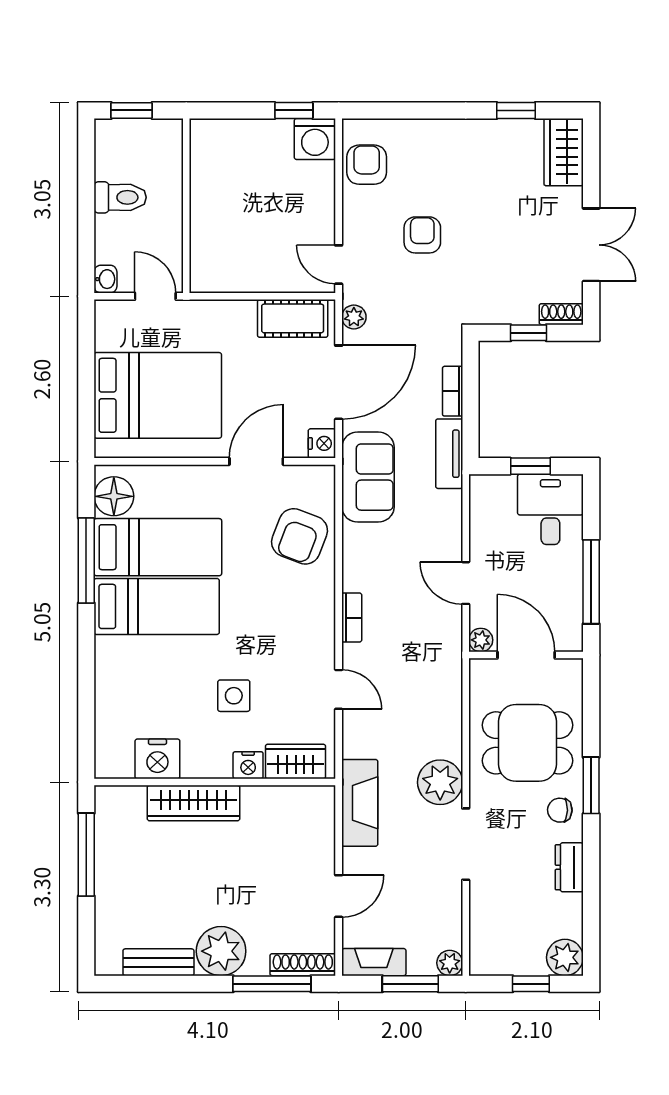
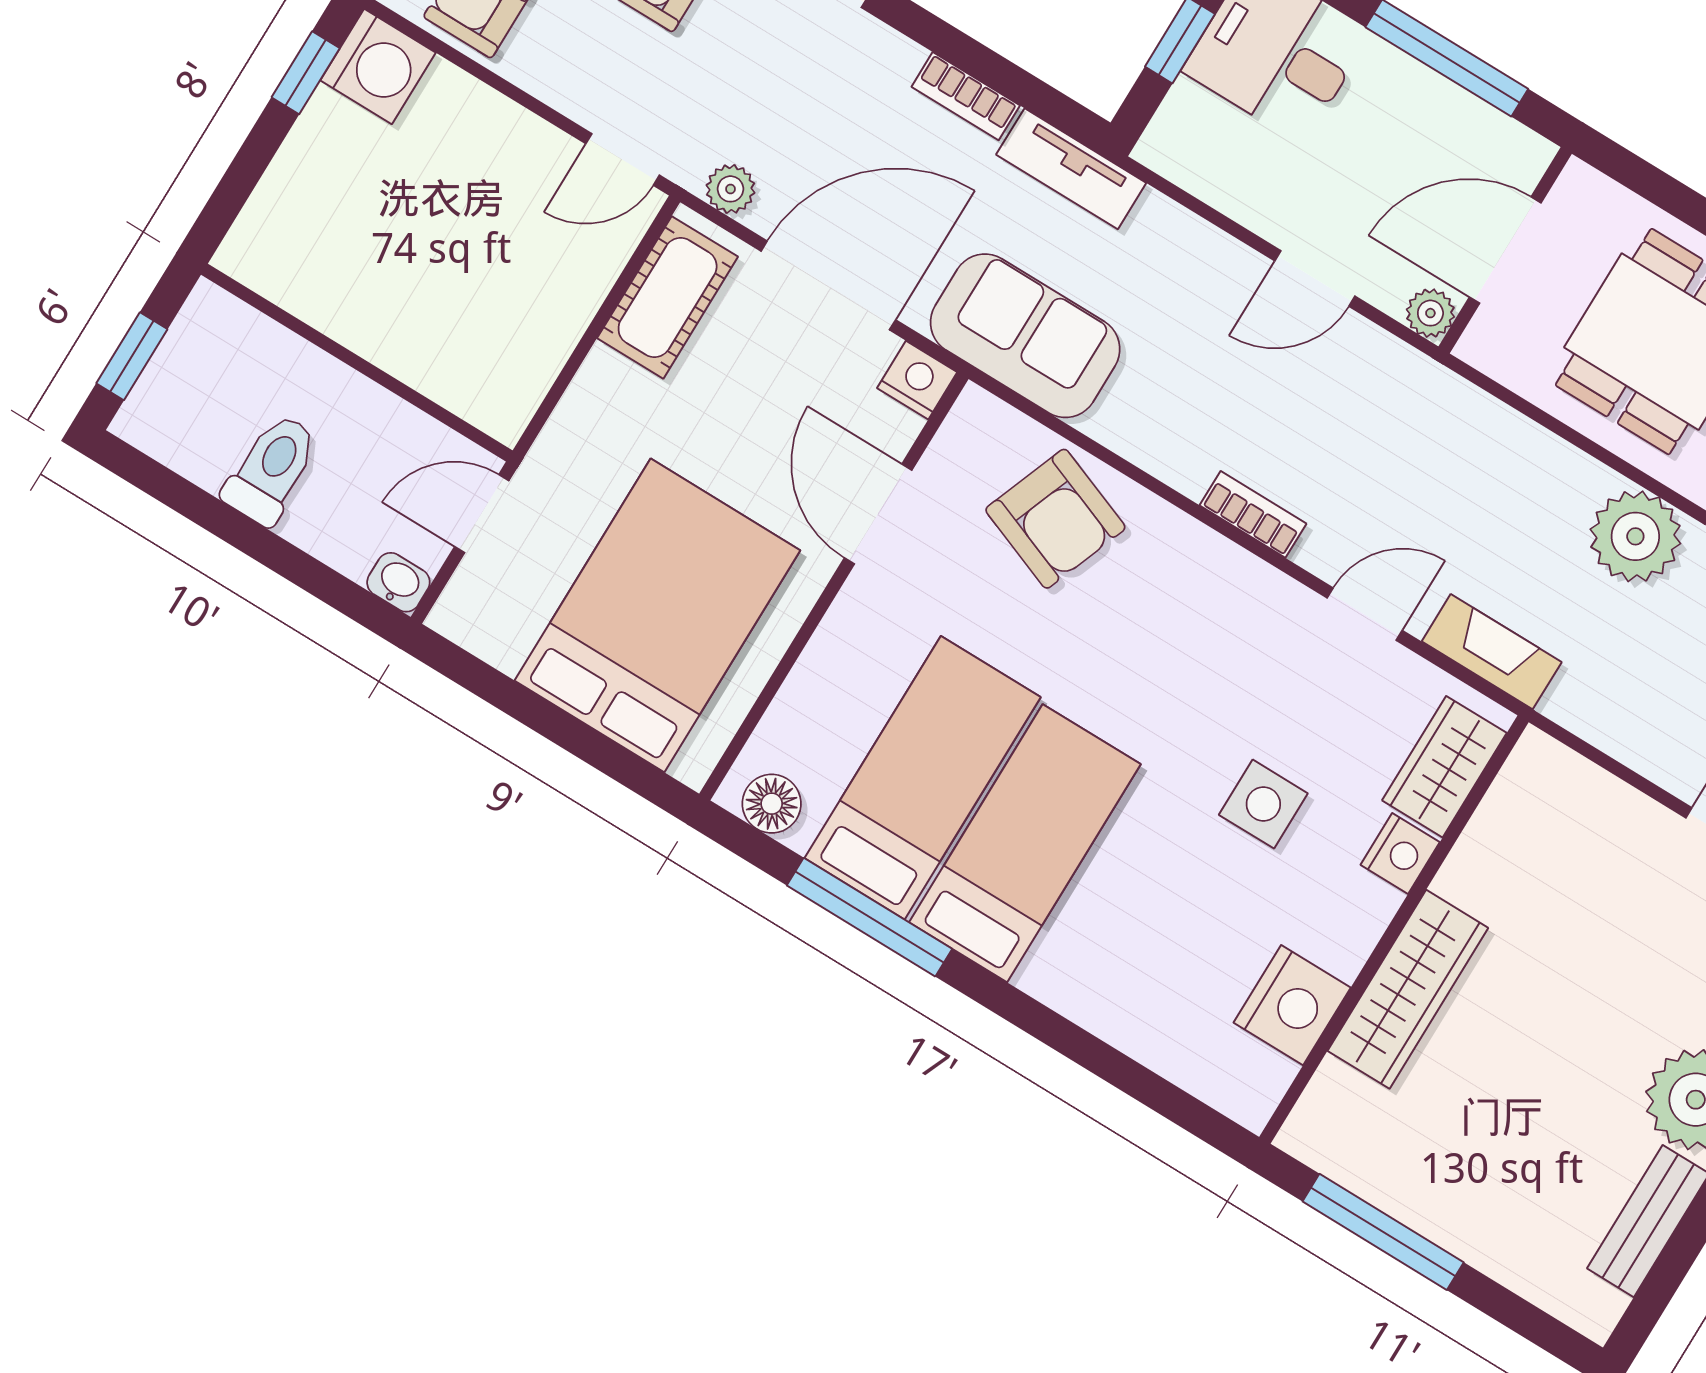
door: (339, 382) -> (828, 285), hinge flipped
floor lamp: (114, 496) -> (772, 804), width x0.73, depth x0.73
fireplace: (360, 803) -> (1492, 652), moved, width x0.73, depth x0.76

